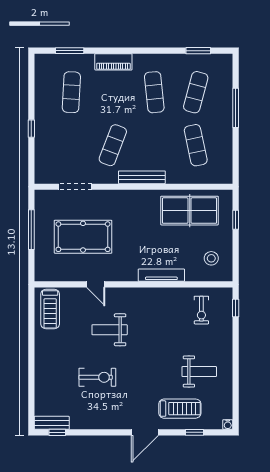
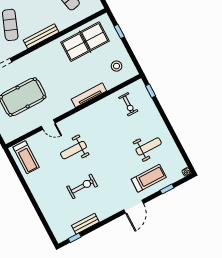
bench: (52, 423) -> (85, 224), moved

